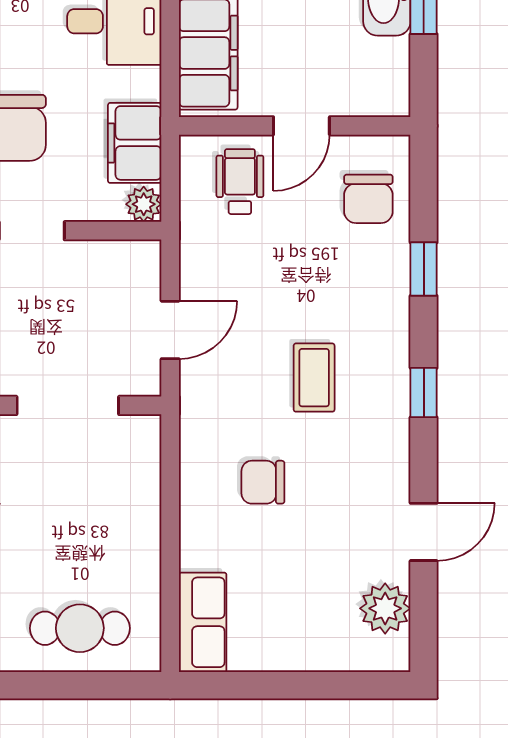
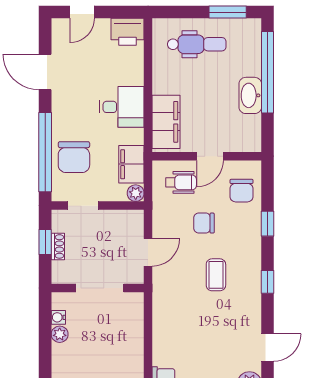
wheelchair: (240, 182) -> (181, 182), turned 90
chair: (263, 482) -> (204, 223), moved

